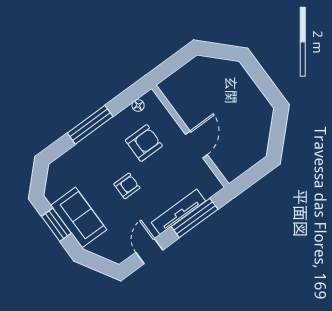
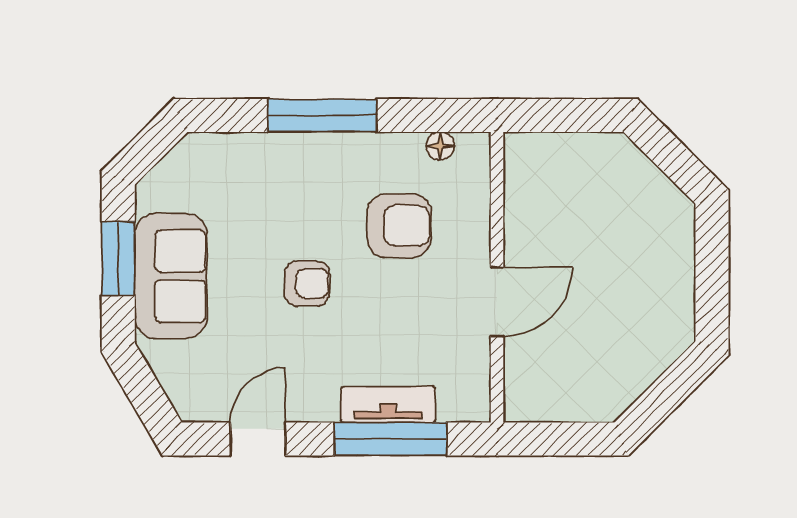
tv unit: (178, 212) -> (388, 404), width x0.71

